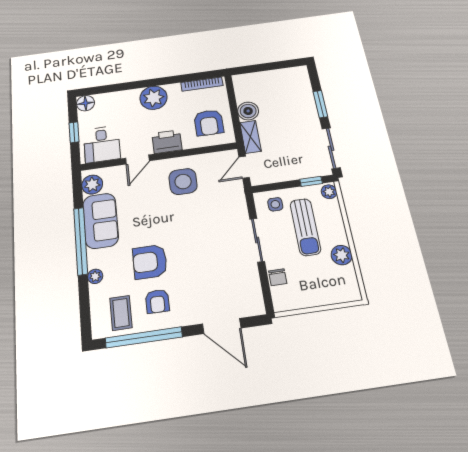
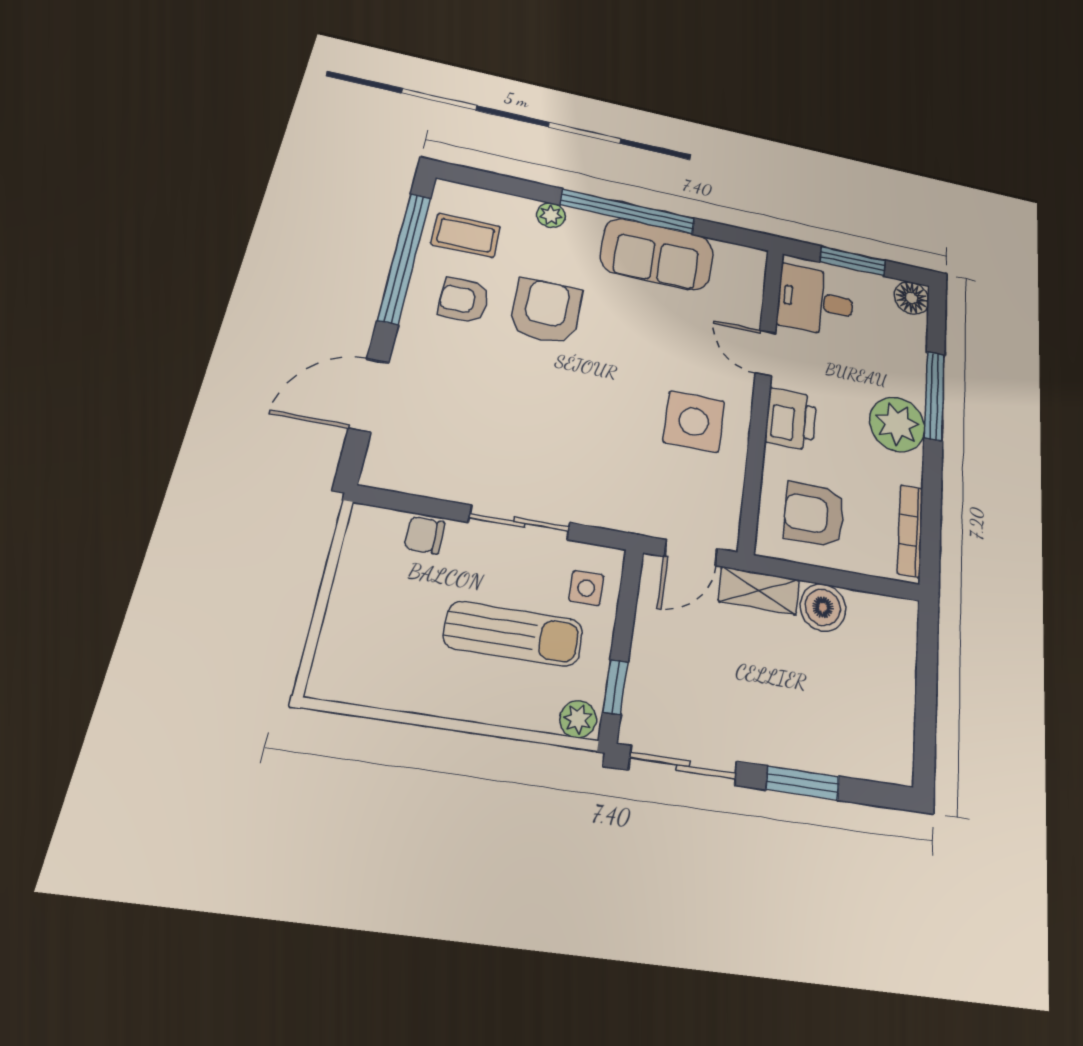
window: (134, 85) -> (934, 396), added
window: (74, 132) -> (853, 261), width x1.50
door: (244, 167) -> (691, 553), swing flipped
plant: (92, 185) -> (735, 261), removed
sun lounger: (305, 227) -> (514, 634), turned 180
plant: (342, 255) -> (421, 690), removed

